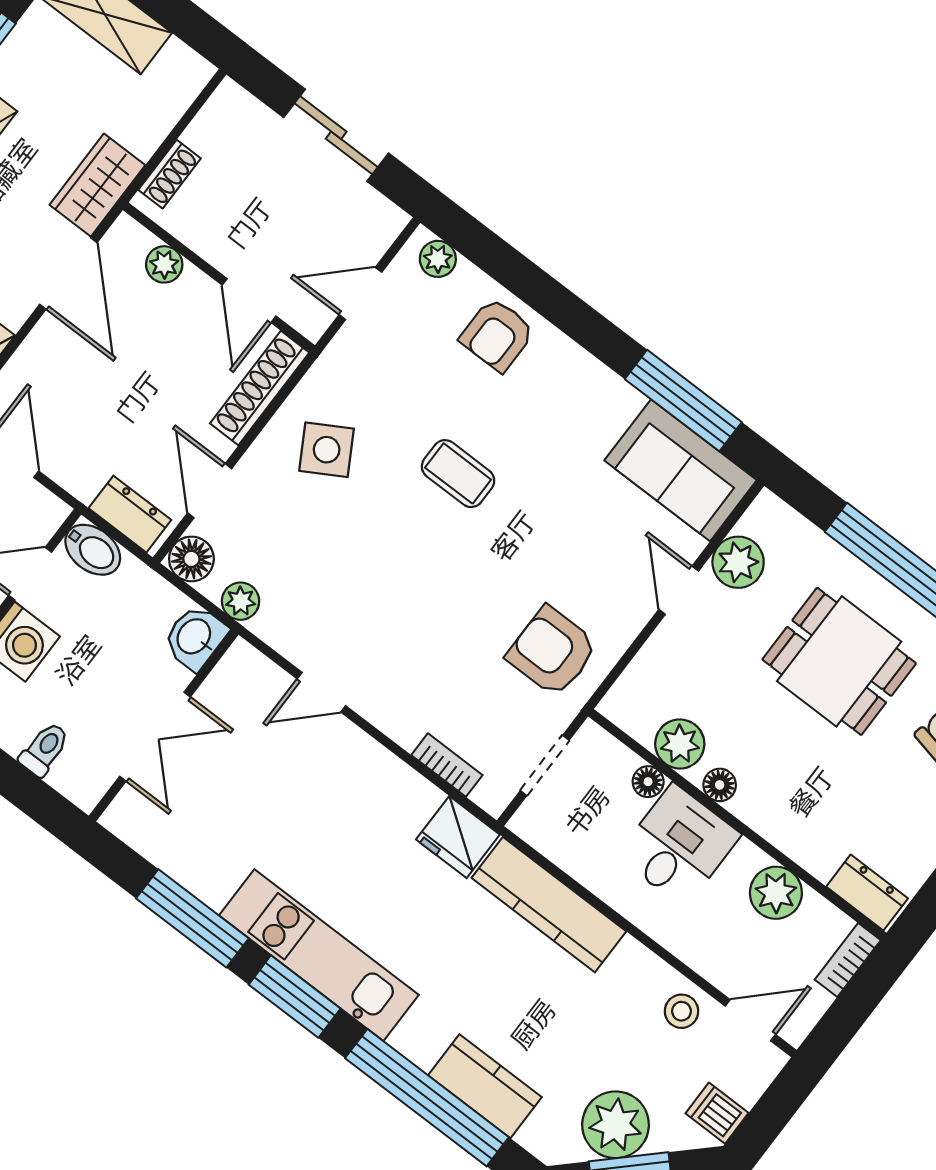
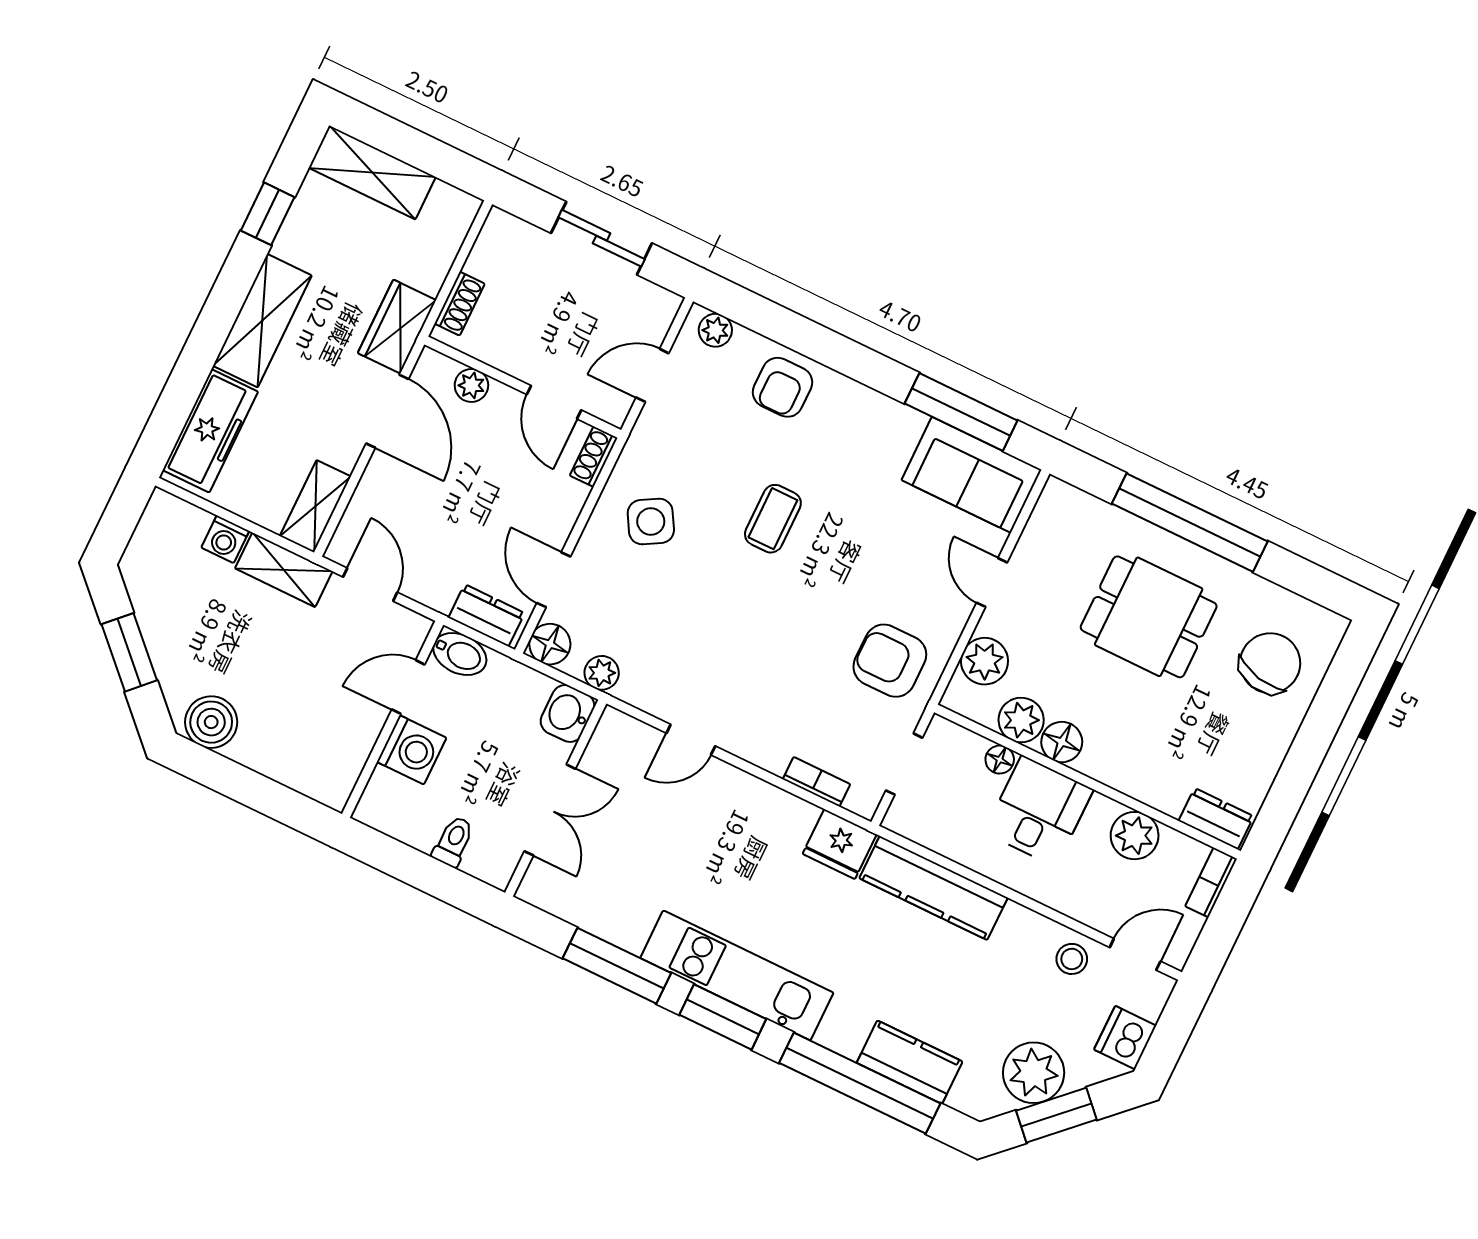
shoe rack: (260, 388) -> (594, 457), width x0.51, depth x0.81
coffee table: (458, 474) -> (773, 519), turned 90
plant: (738, 562) -> (985, 661), moved
floor lamp: (720, 785) -> (1062, 742), width x1.37, depth x1.37
dishwasher: (717, 1113) -> (1125, 1038), width x1.38

